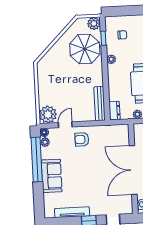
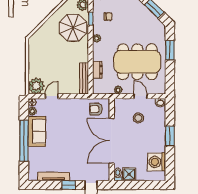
dresser: (114, 110) -> (97, 70), moved
armchair: (82, 139) -> (96, 109), moved
window: (37, 159) -> (24, 141), moved
sofa: (52, 176) -> (37, 131), moved

